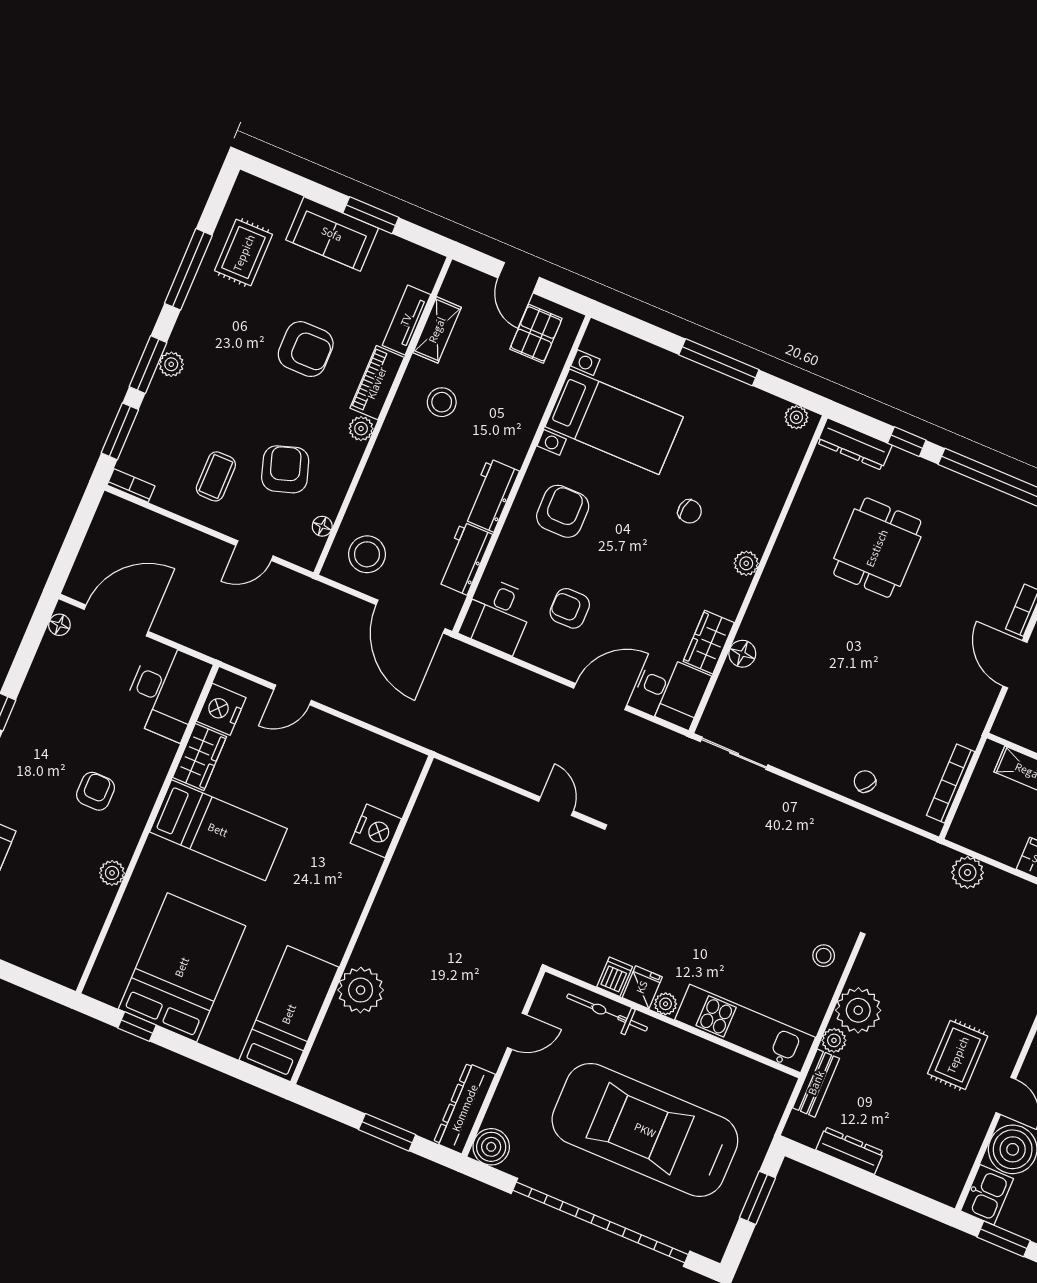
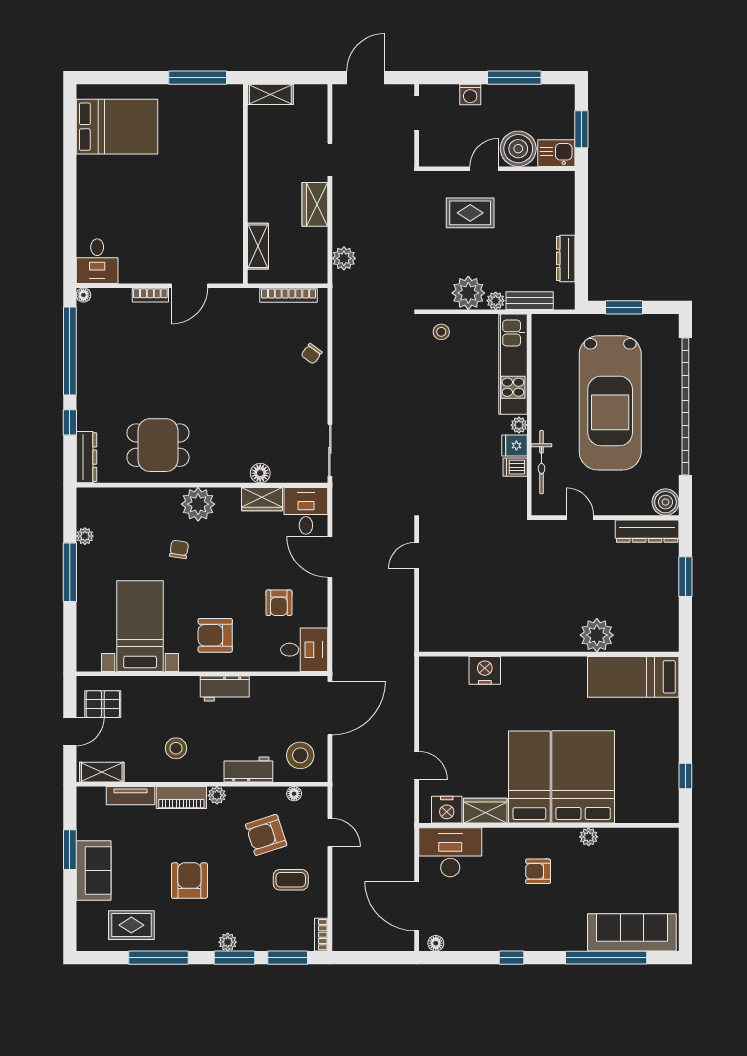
shelving: (437, 330) -> (102, 772), moved
armchair: (306, 349) -> (189, 881), moved
plant: (796, 417) -> (85, 536), moved
dining table: (877, 548) -> (158, 445), moved
workbench: (464, 558) -> (248, 770), moved, turned 180
plant: (746, 563) -> (198, 504), width x1.88, depth x1.88
bed: (182, 967) -> (583, 777), moved, turned 90

